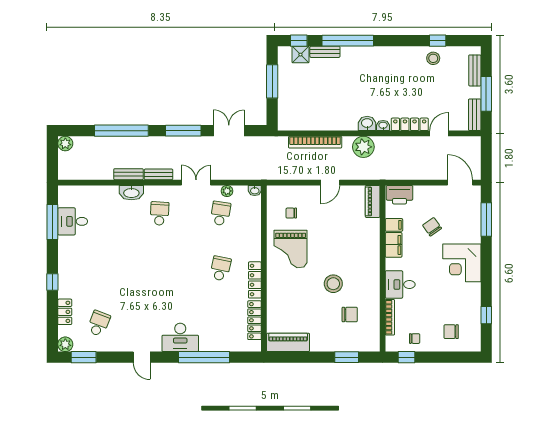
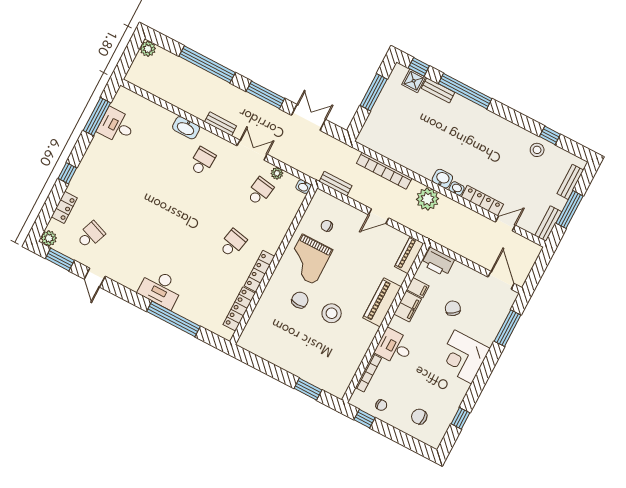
bench: (128, 174) -> (335, 184), moved
chair: (350, 315) -> (300, 300), moved, turned -90
piano: (288, 342) -> (382, 302), moved, turned -90
door: (142, 357) -> (95, 278), moved

